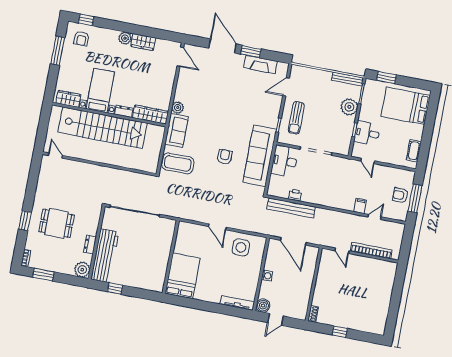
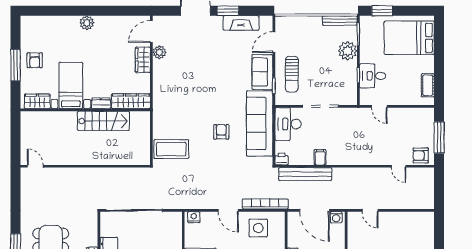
window: (86, 20) -> (40, 11), removed
armchair: (82, 38) -> (35, 60), moved
wardrobe: (143, 42) -> (143, 60), moved, turned 90
window: (58, 51) -> (16, 65), moved
door: (180, 57) -> (151, 31), swing flipped
plant: (178, 108) -> (159, 52), moved
stairs: (103, 128) -> (103, 121), width x0.54, depth x0.66
sofa: (177, 130) -> (262, 72), moved, turned 180
printer: (295, 195) -> (282, 159), moved
armchair: (400, 195) -> (421, 155), moved
filing cabinet: (360, 206) -> (320, 157), moved
door: (374, 217) -> (399, 166), swing flipped
nightstand: (186, 227) -> (194, 217), added
washing machine: (311, 251) -> (336, 217), added
bookcase: (371, 251) -> (265, 204), moved

